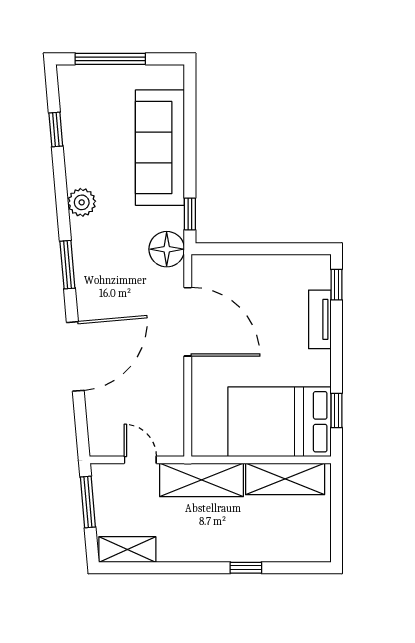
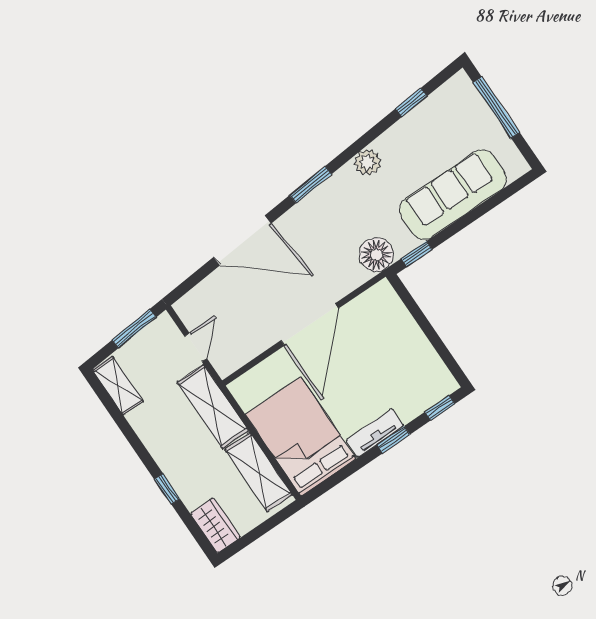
tv unit: (320, 319) -> (375, 433), moved
door: (188, 322) -> (310, 324), moved
window: (336, 410) -> (393, 440), moved
wardrobe: (306, 548) -> (215, 525), added

